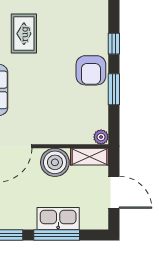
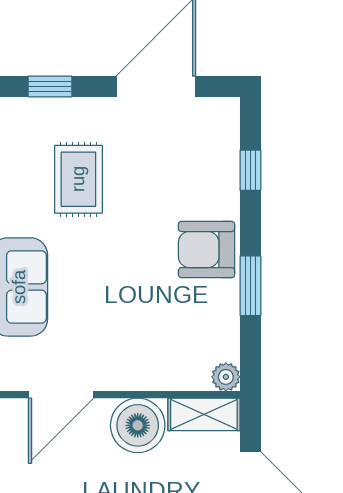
window: (114, 44) -> (250, 170), moved
armchair: (91, 70) -> (207, 250), turned 90

